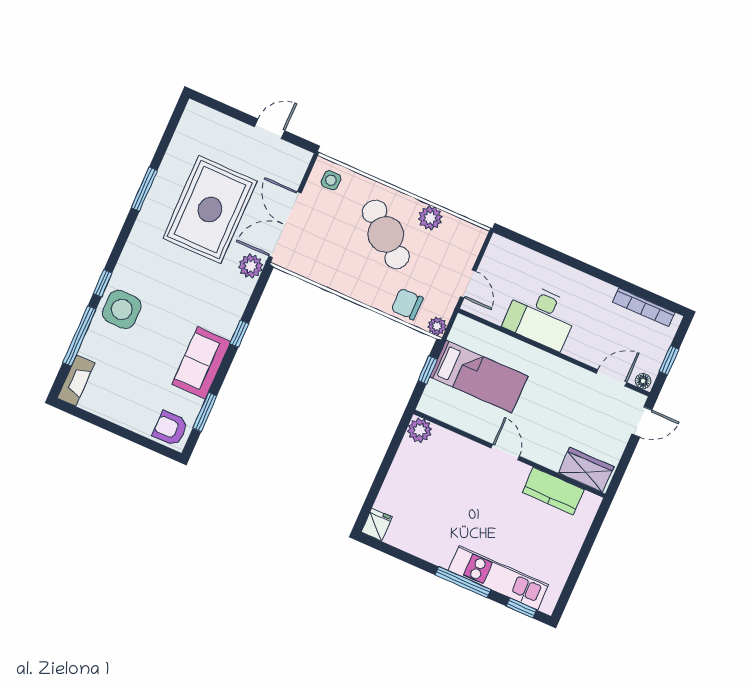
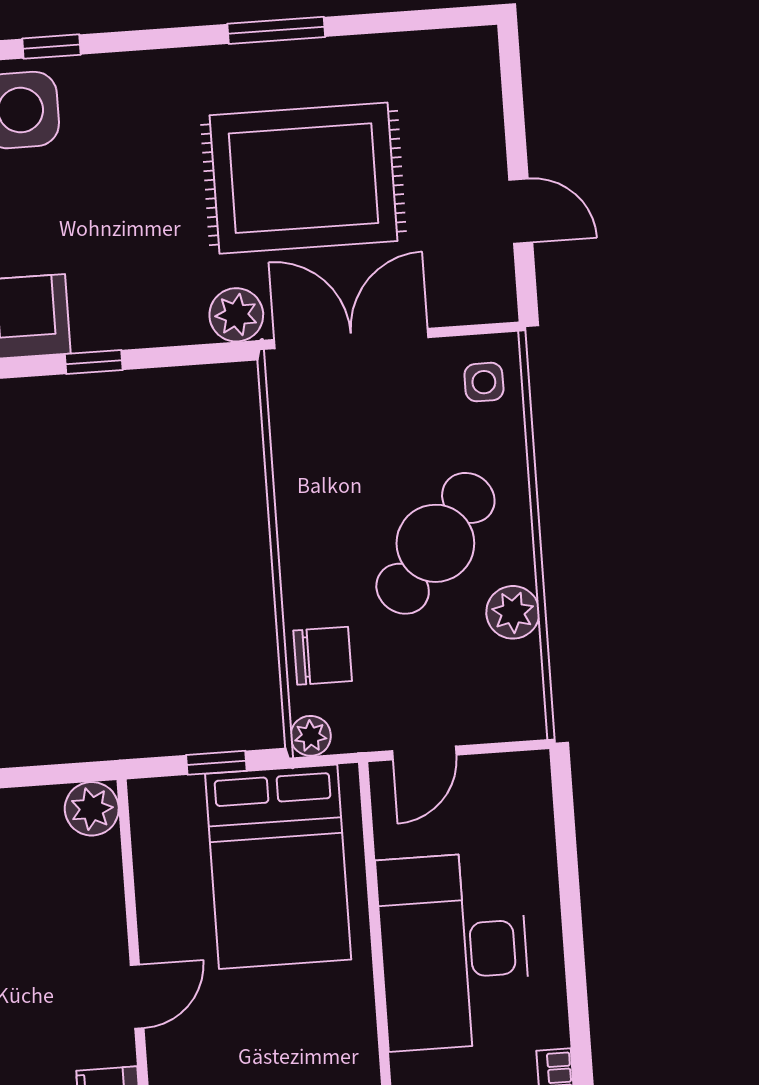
chair: (407, 304) -> (323, 656), turned 90
desk: (541, 316) -> (454, 951), width x1.36, depth x1.30
bed: (479, 377) -> (278, 867), width x1.50

